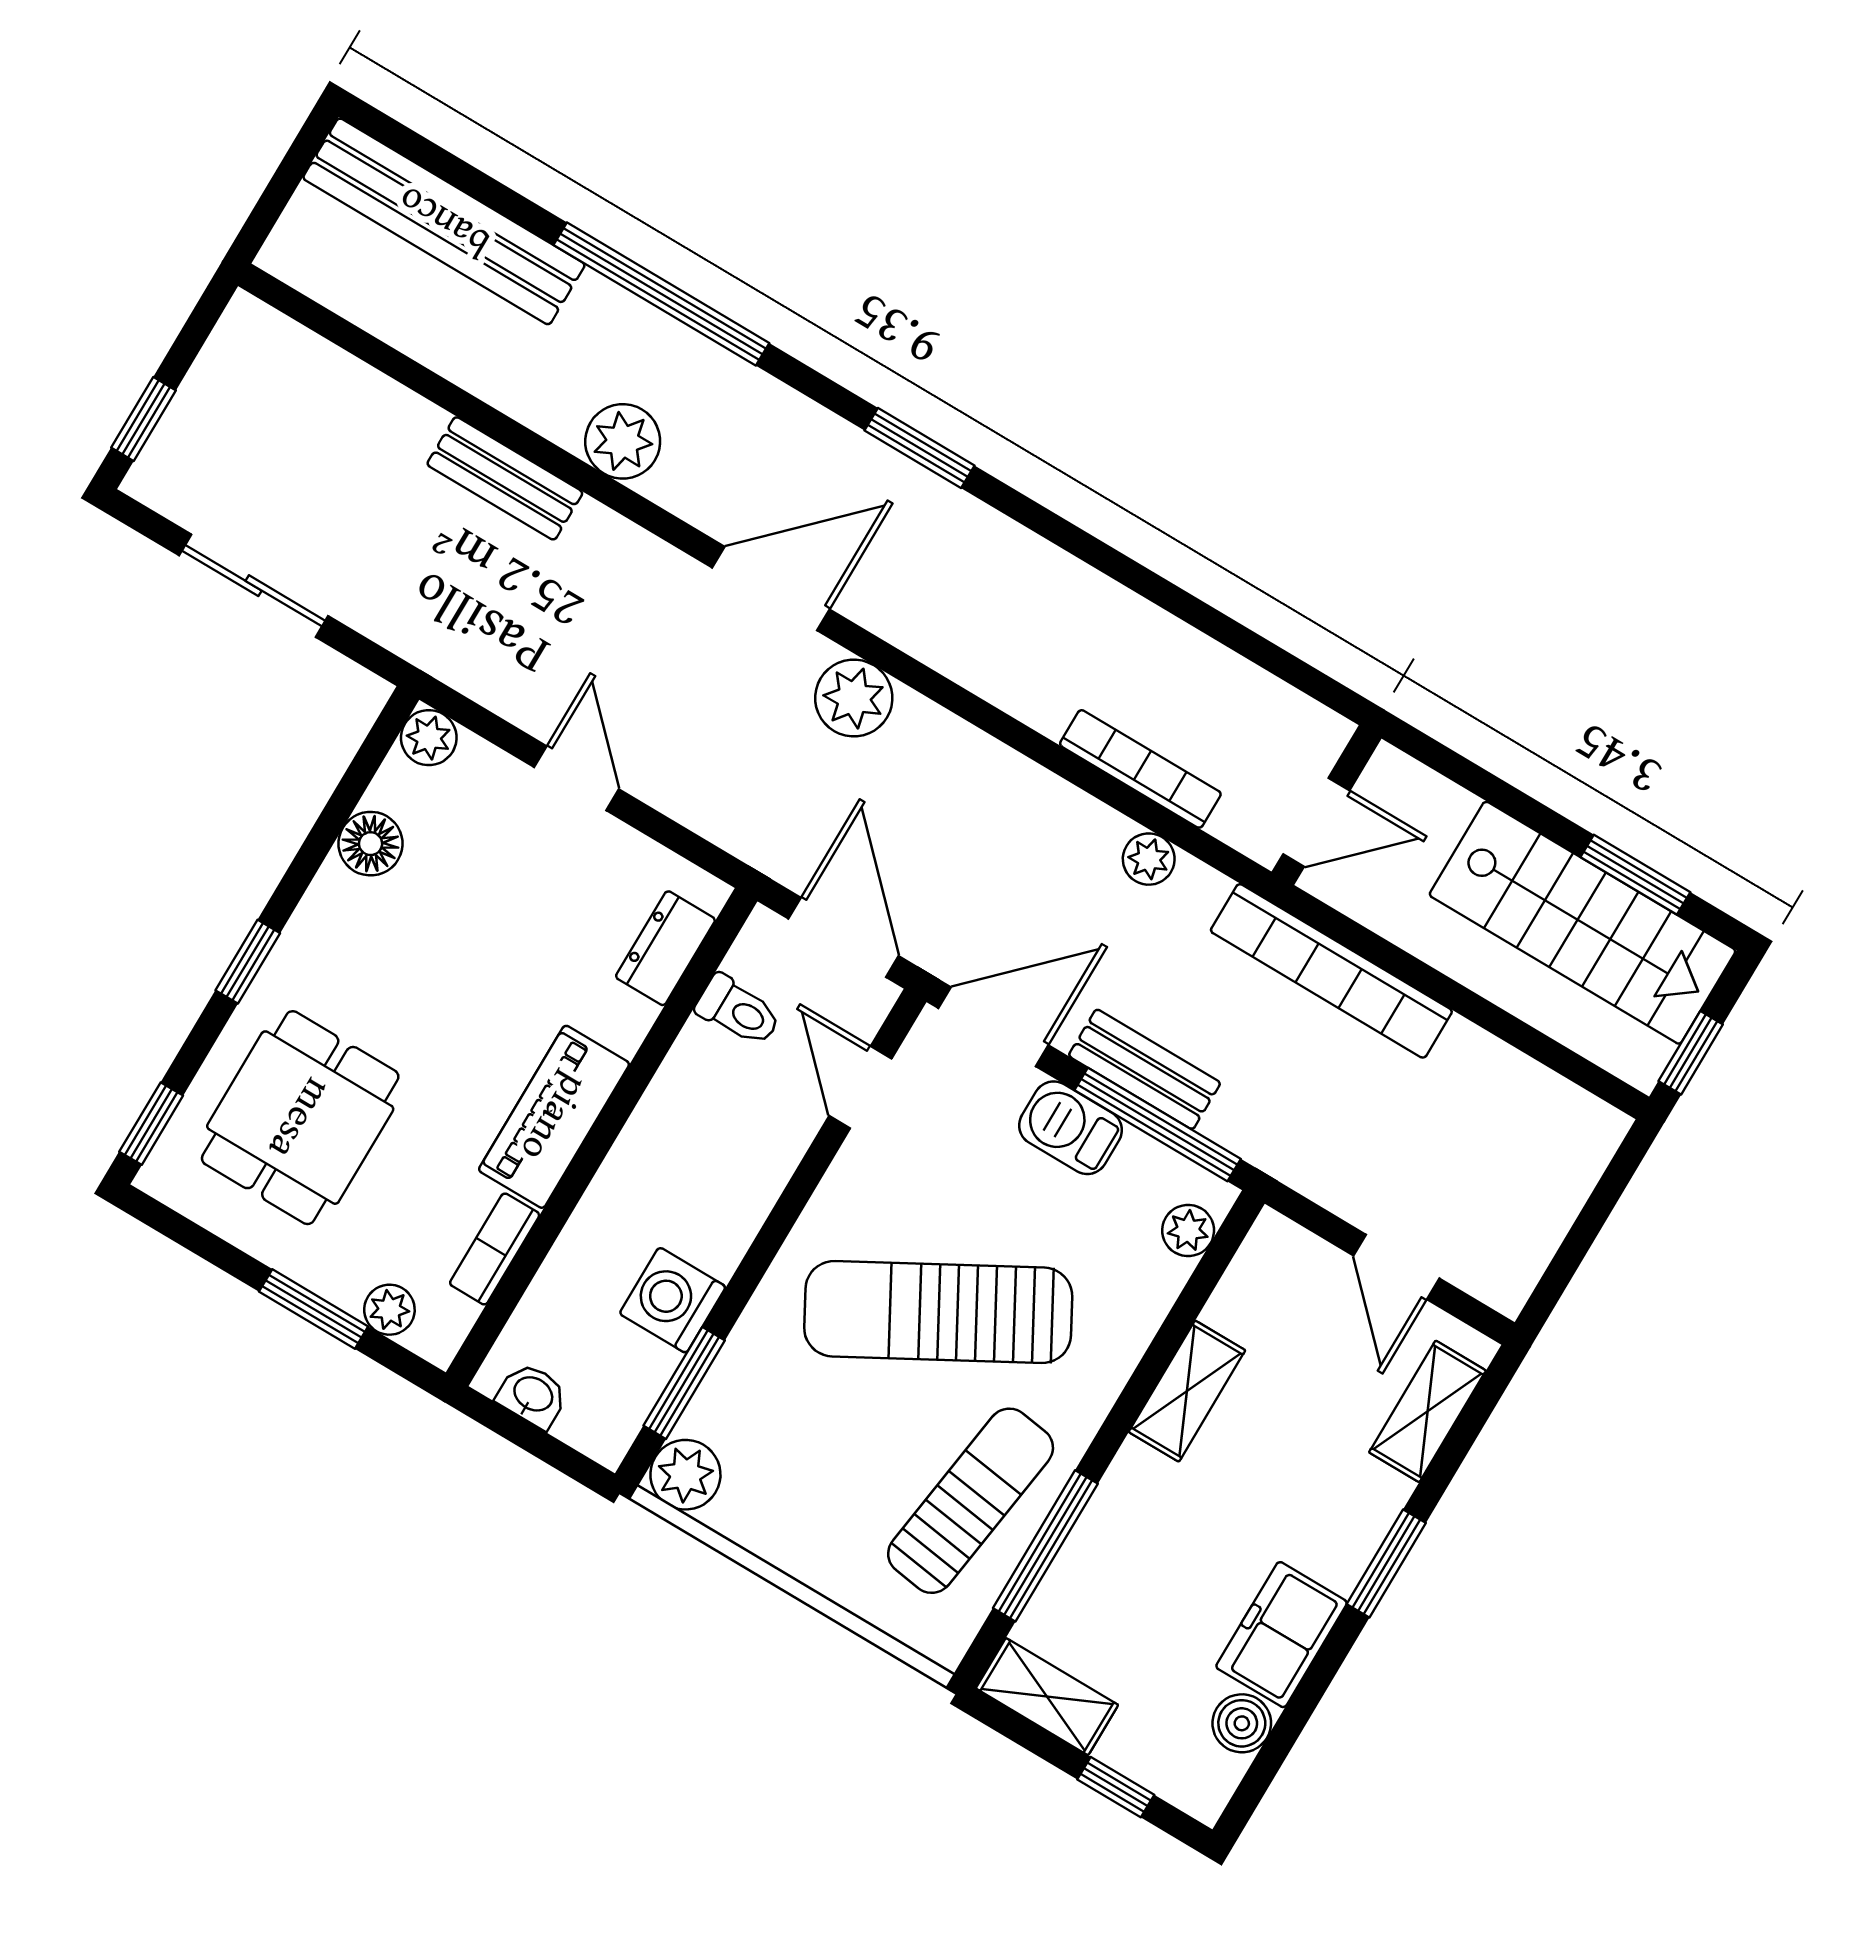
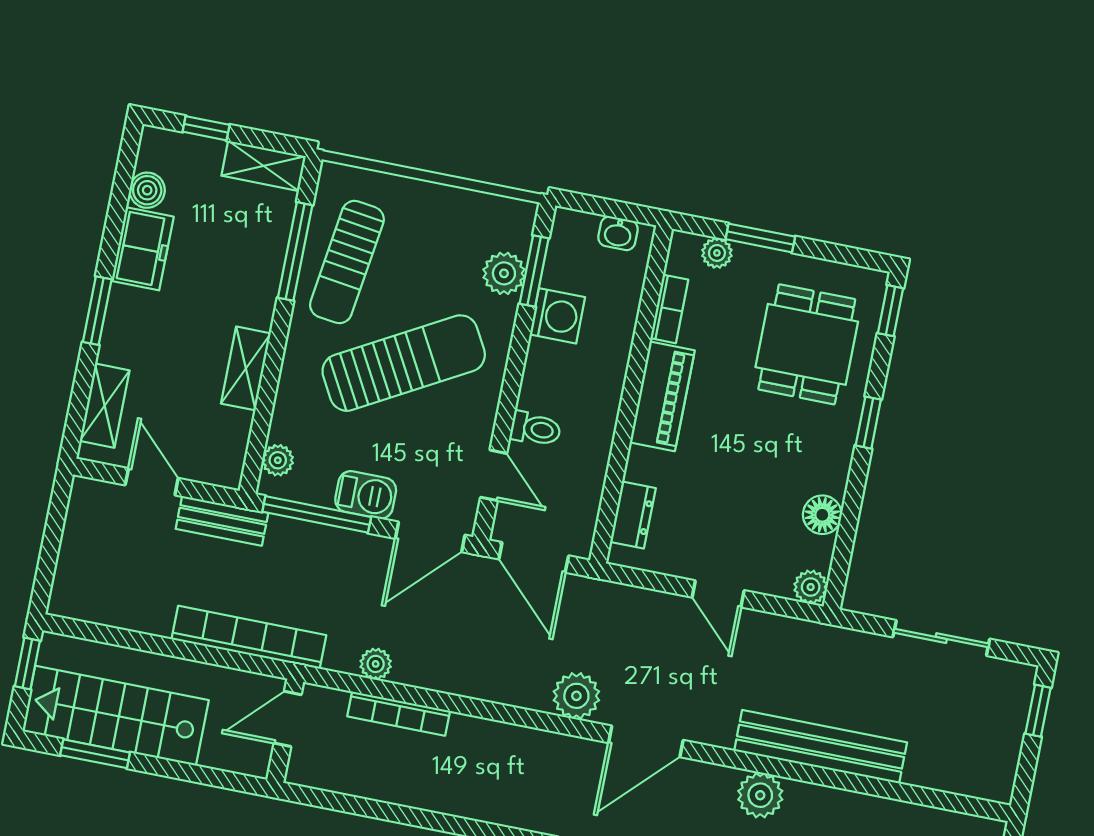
bench: (505, 478) -> (821, 747), width x1.86, depth x1.21
toilet: (738, 1011) -> (536, 429), moved, turned 180
bench: (1145, 1069) -> (222, 521), moved
plant: (685, 1475) -> (504, 273), moved

